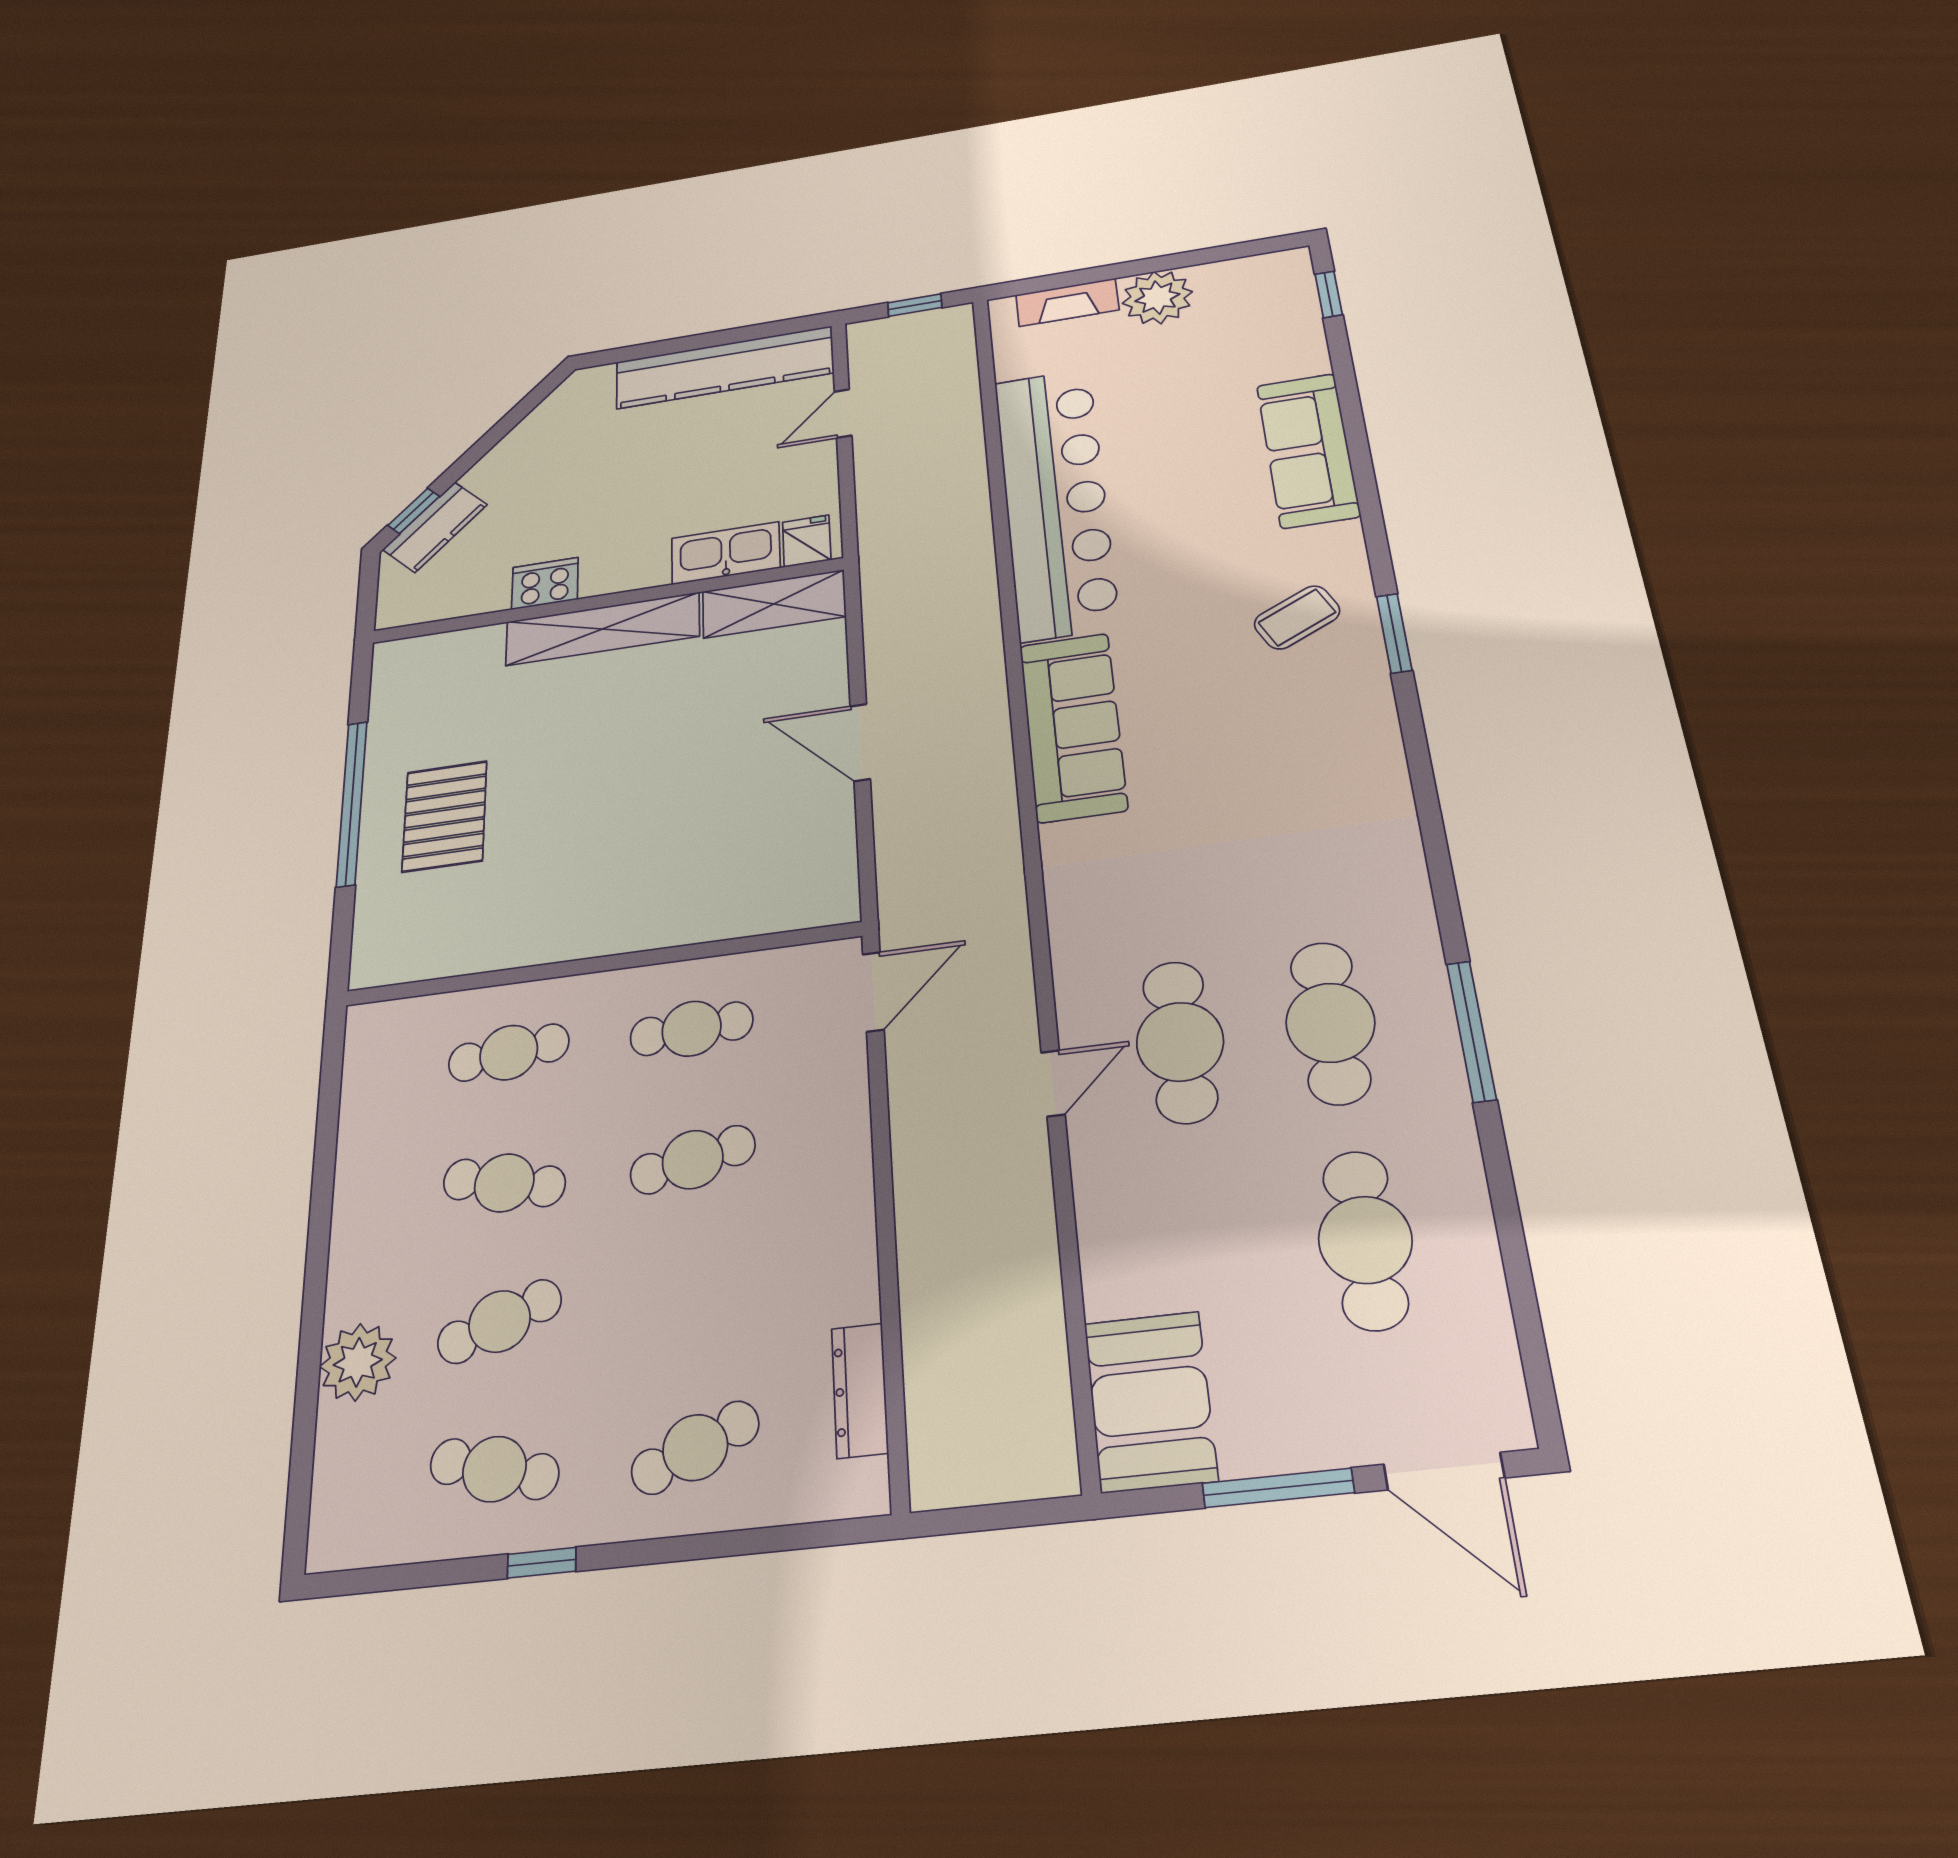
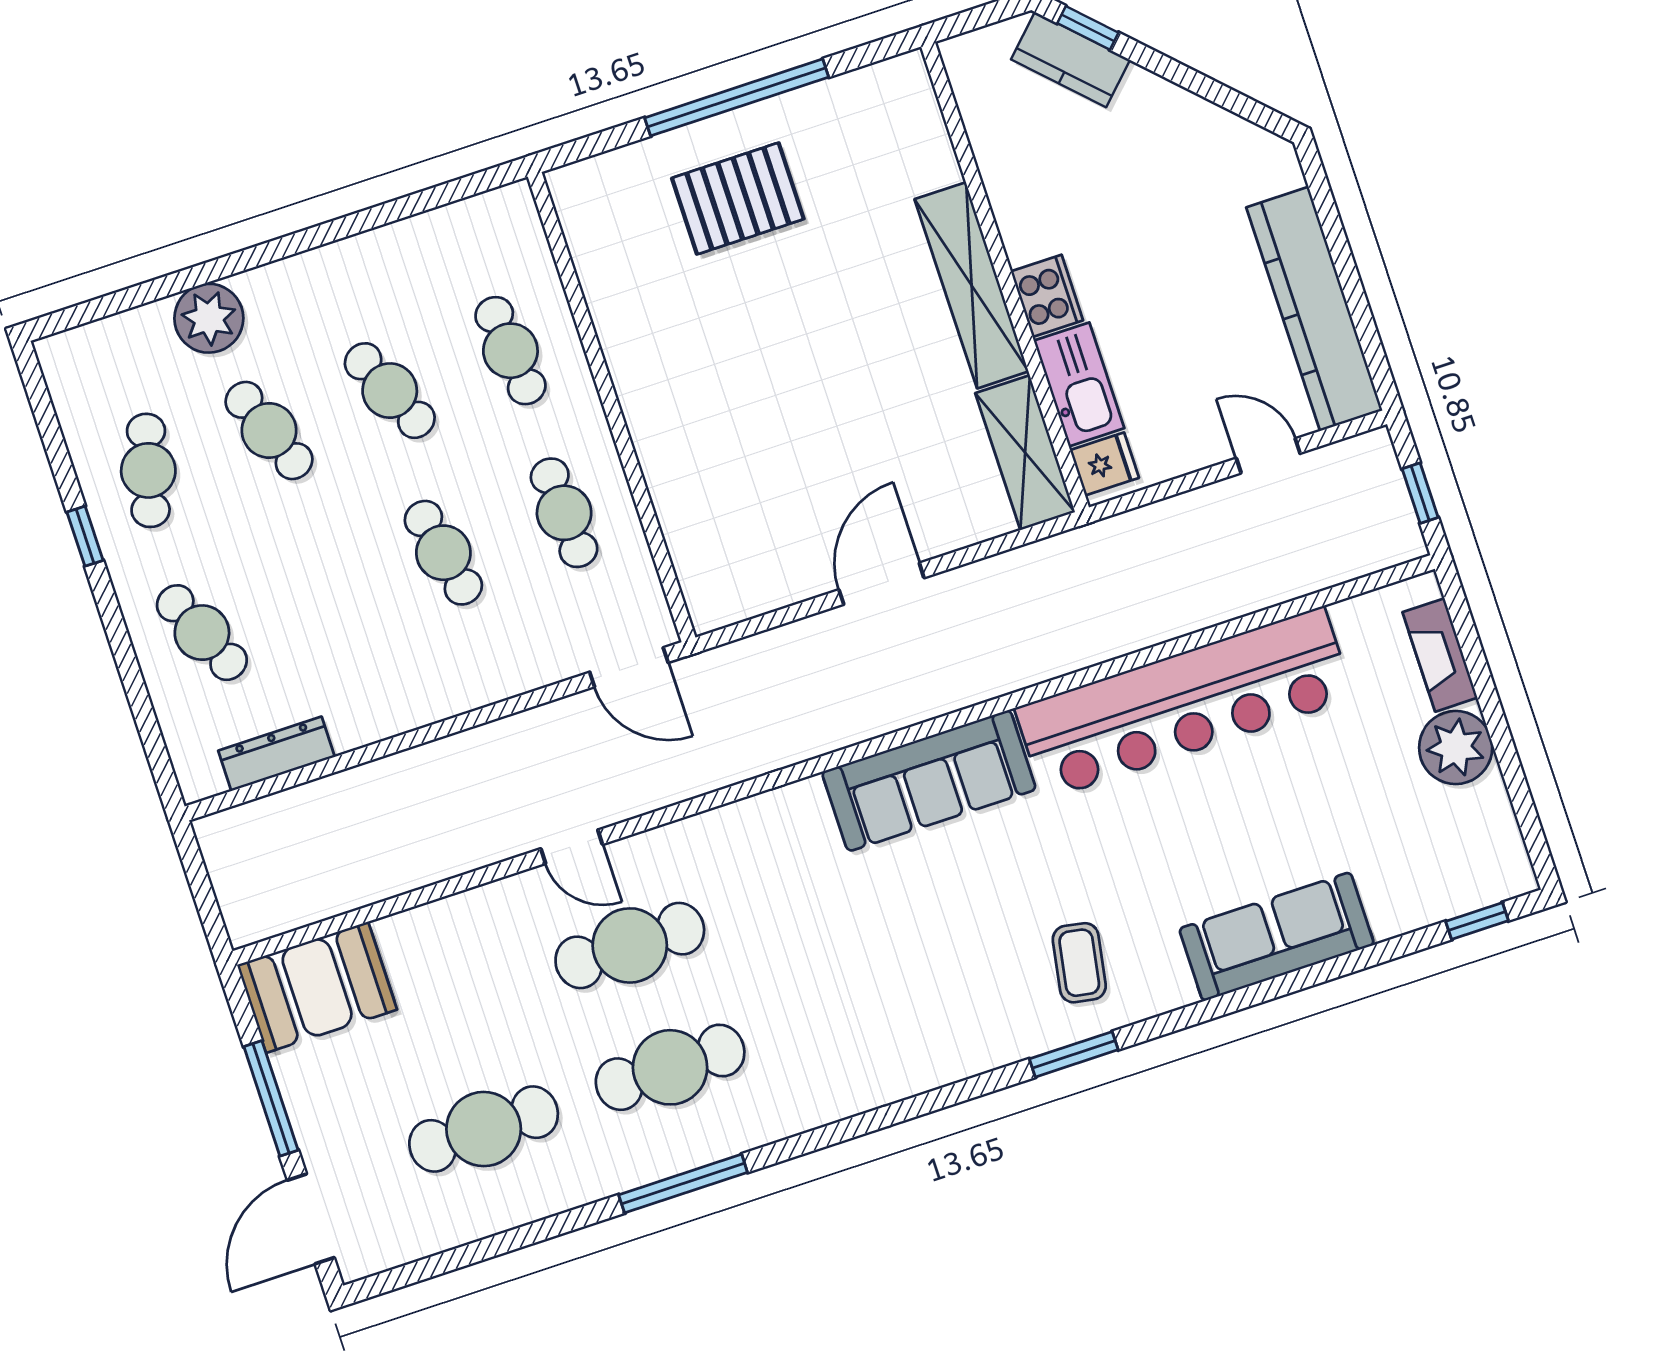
cooker: (545, 584) -> (1047, 296), moved
coffee table: (1297, 617) -> (1079, 963), turned 36
cafe table: (504, 1183) -> (390, 391), turned -36

